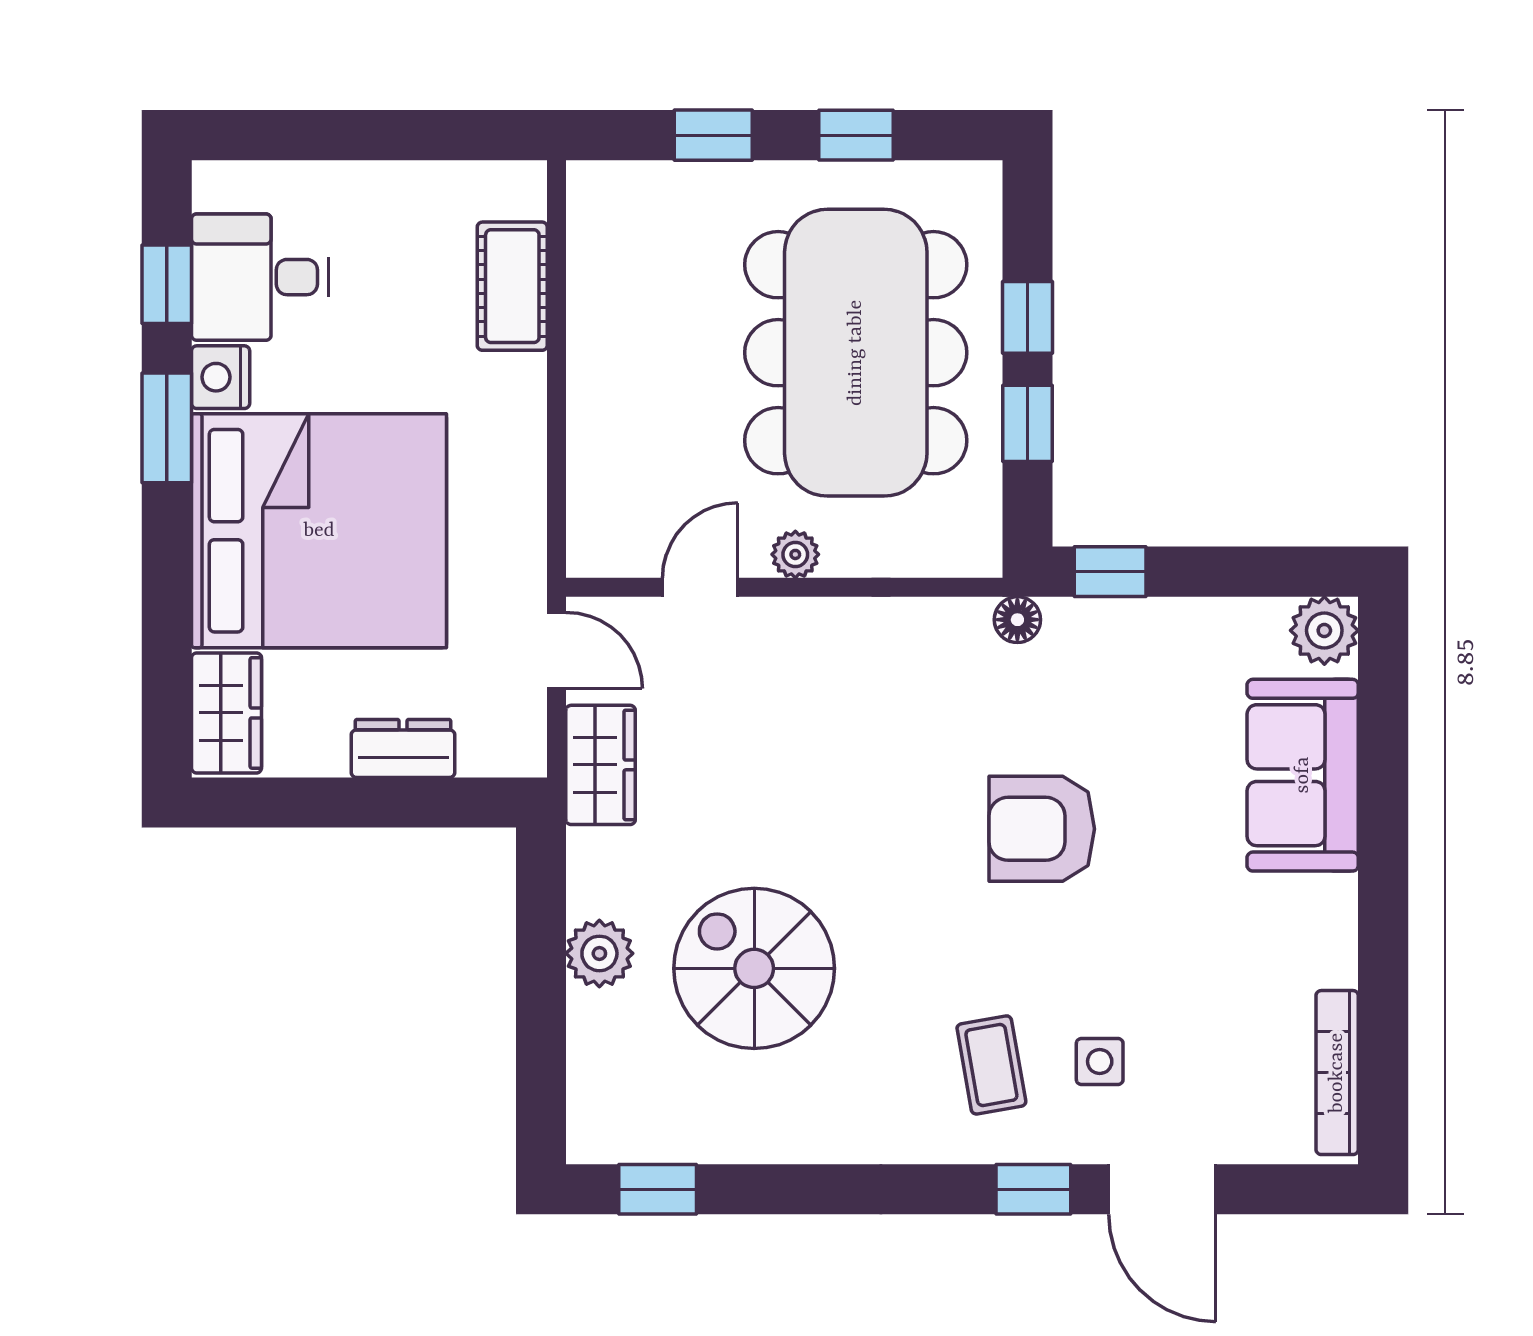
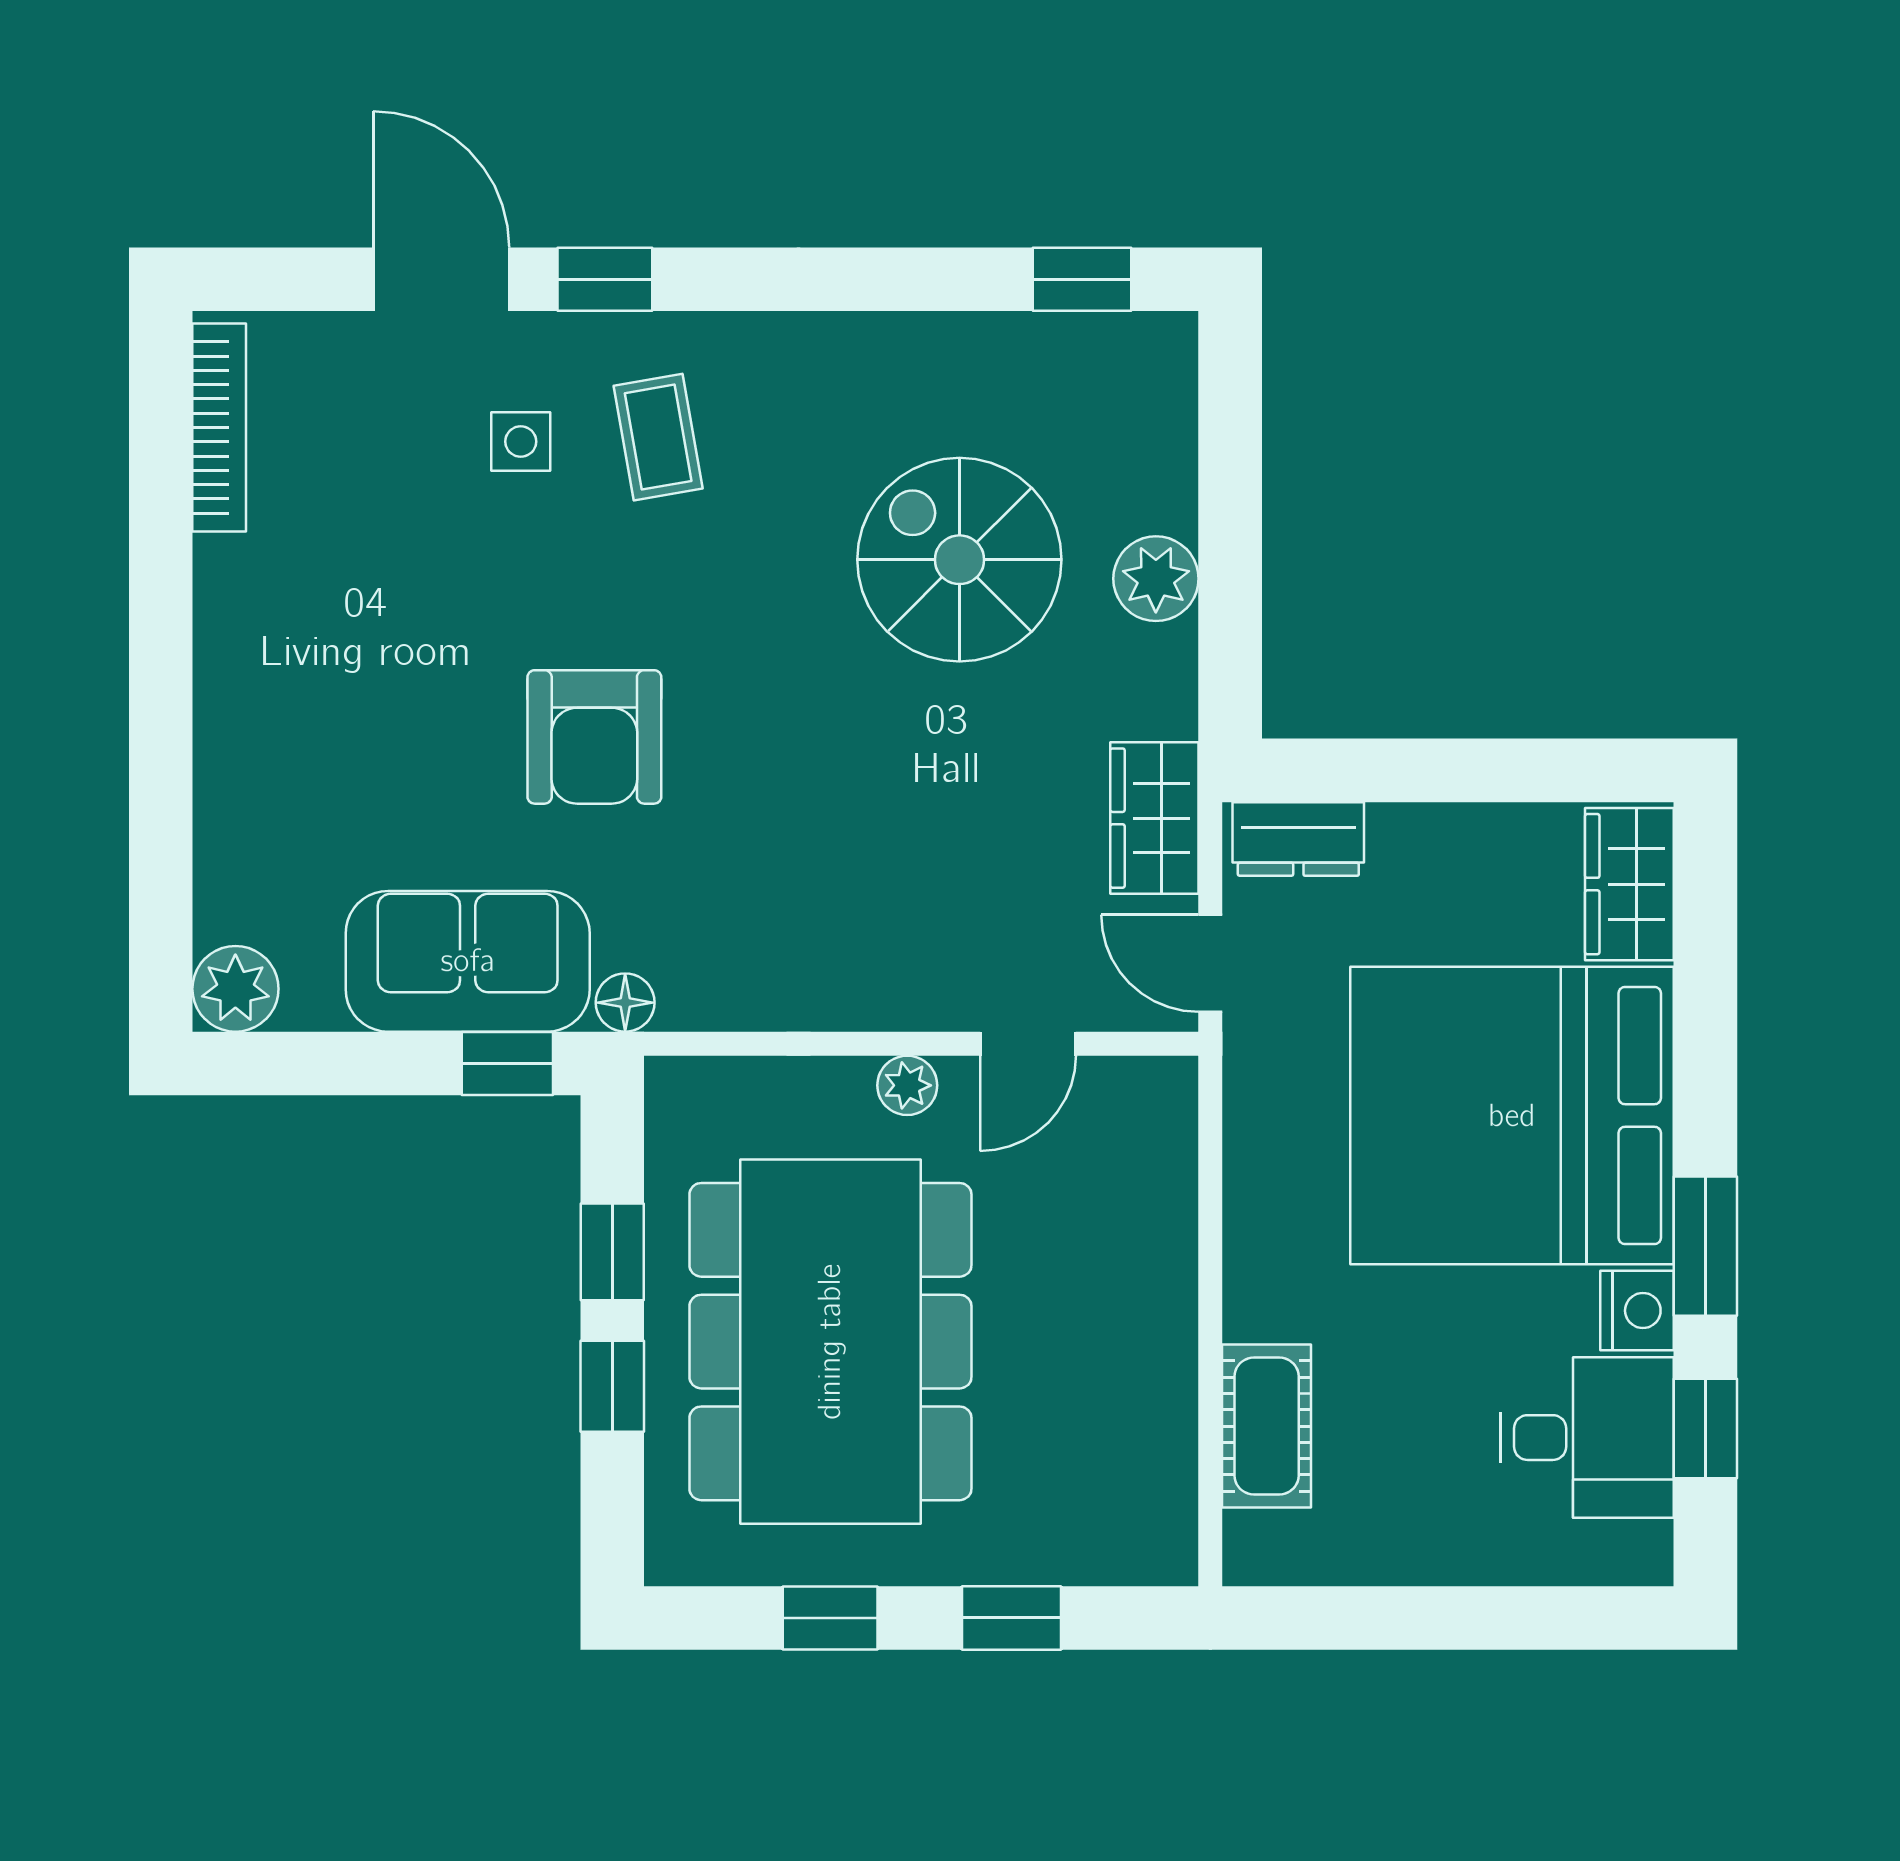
dresser: (403, 748) -> (1298, 839), moved
sofa: (1303, 775) -> (468, 961), moved, turned -90
armchair: (1042, 829) -> (594, 737), turned 90
spiral stairs: (754, 968) -> (959, 560), turned 180

